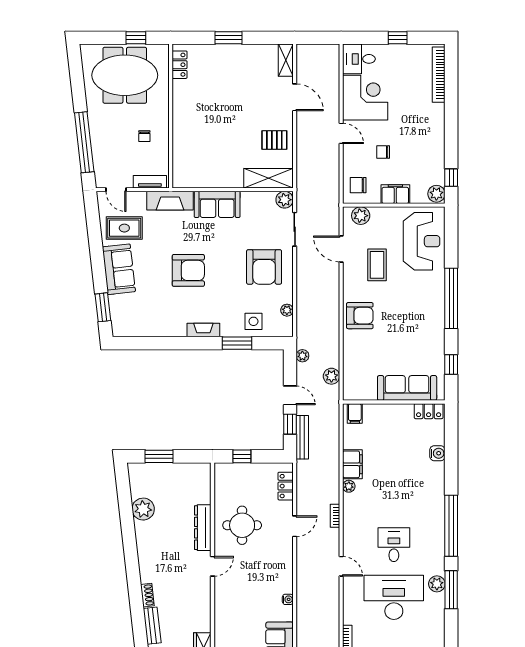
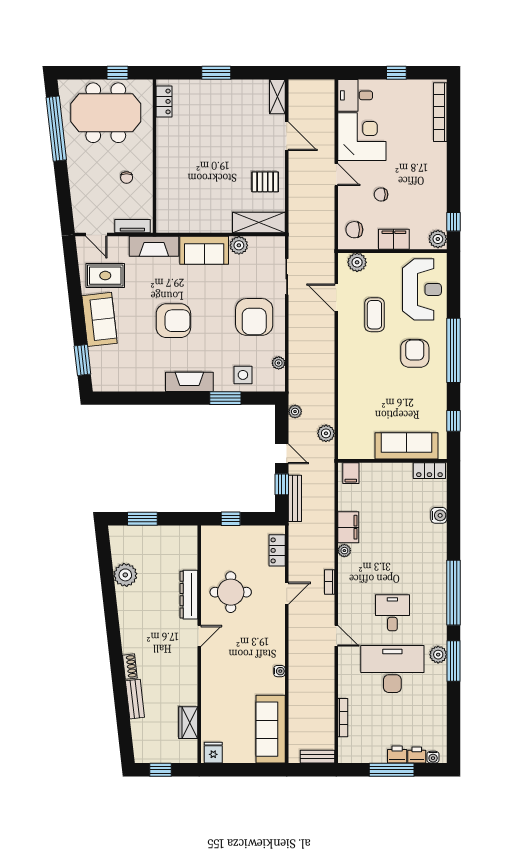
window: (84, 142) -> (56, 129), moved
plant: (285, 200) -> (239, 245), moved
armchair: (360, 316) -> (415, 353), moved, turned -90
fireplace: (203, 330) -> (189, 382), width x1.37, depth x1.32

